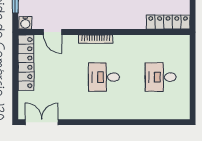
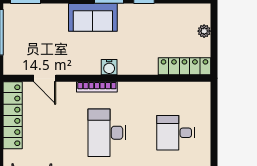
water cooler: (25, 23) -> (109, 67), moved
desk: (104, 77) -> (107, 133), width x1.37

